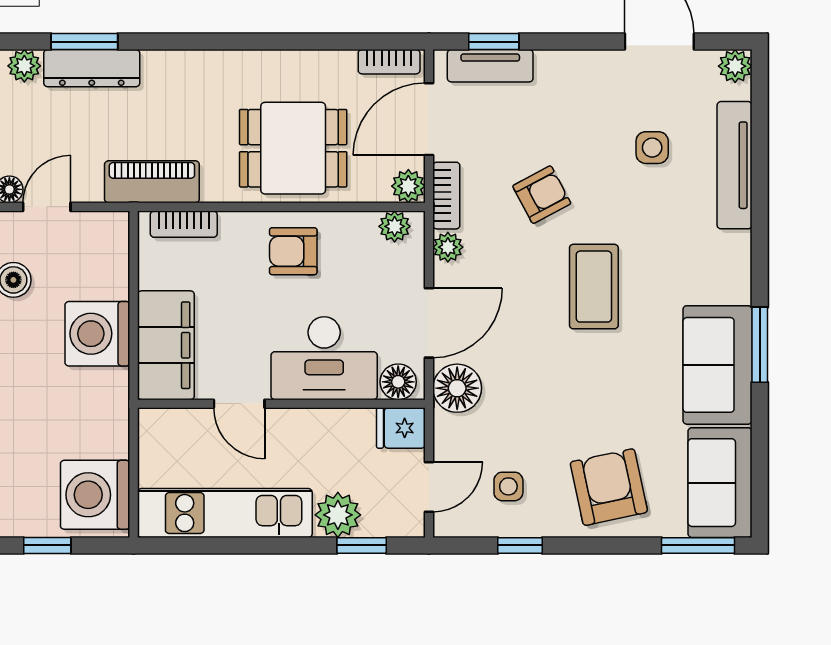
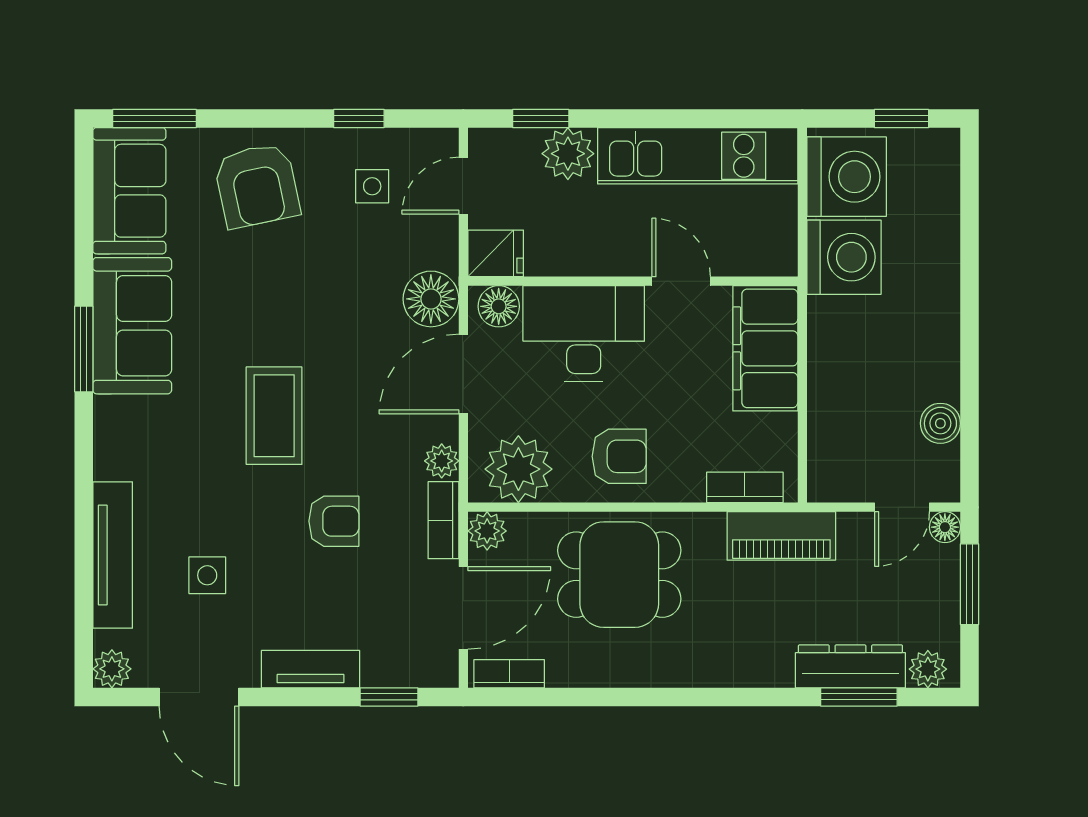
tv unit: (490, 66) -> (311, 669), moved
armchair: (542, 195) -> (334, 521), turned -152
plant: (395, 226) -> (518, 469), width x1.87, depth x1.87
washing machine: (97, 334) -> (844, 257), moved

